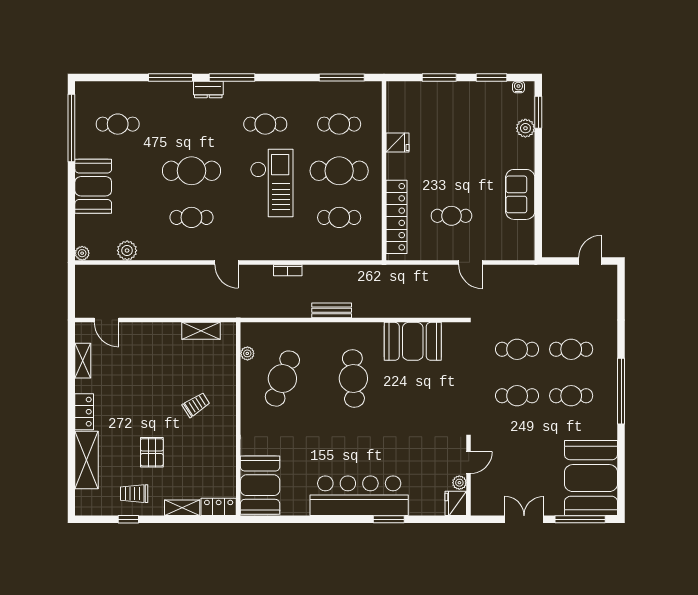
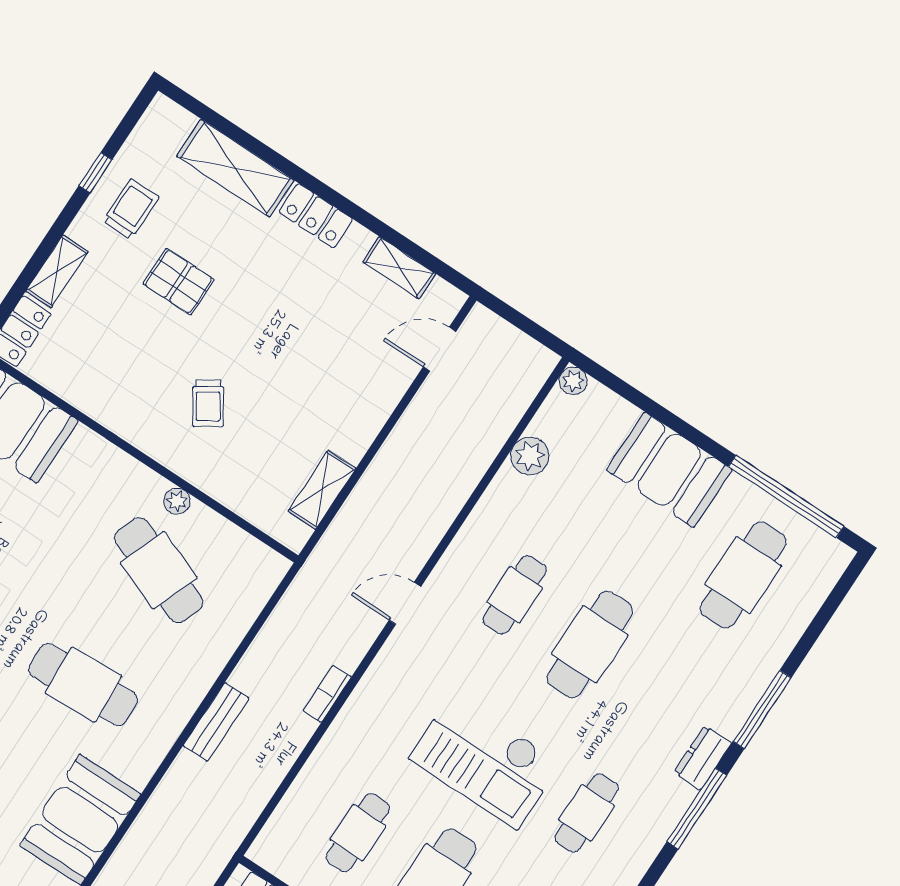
cafe table: (118, 124) -> (743, 575), width x1.37, depth x1.35
plant: (247, 353) -> (177, 501), moved

